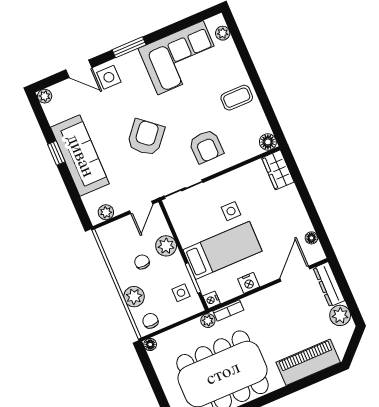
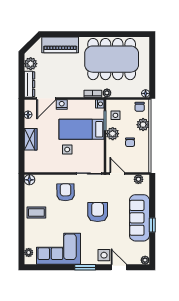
armchair: (146, 137) -> (98, 212), turned 140
wardrobe: (278, 170) -> (31, 139), moved
door: (141, 207) -> (117, 173), hinge flipped
plant: (166, 246) -> (113, 134), moved
nightstand: (249, 283) -> (62, 104), moved

